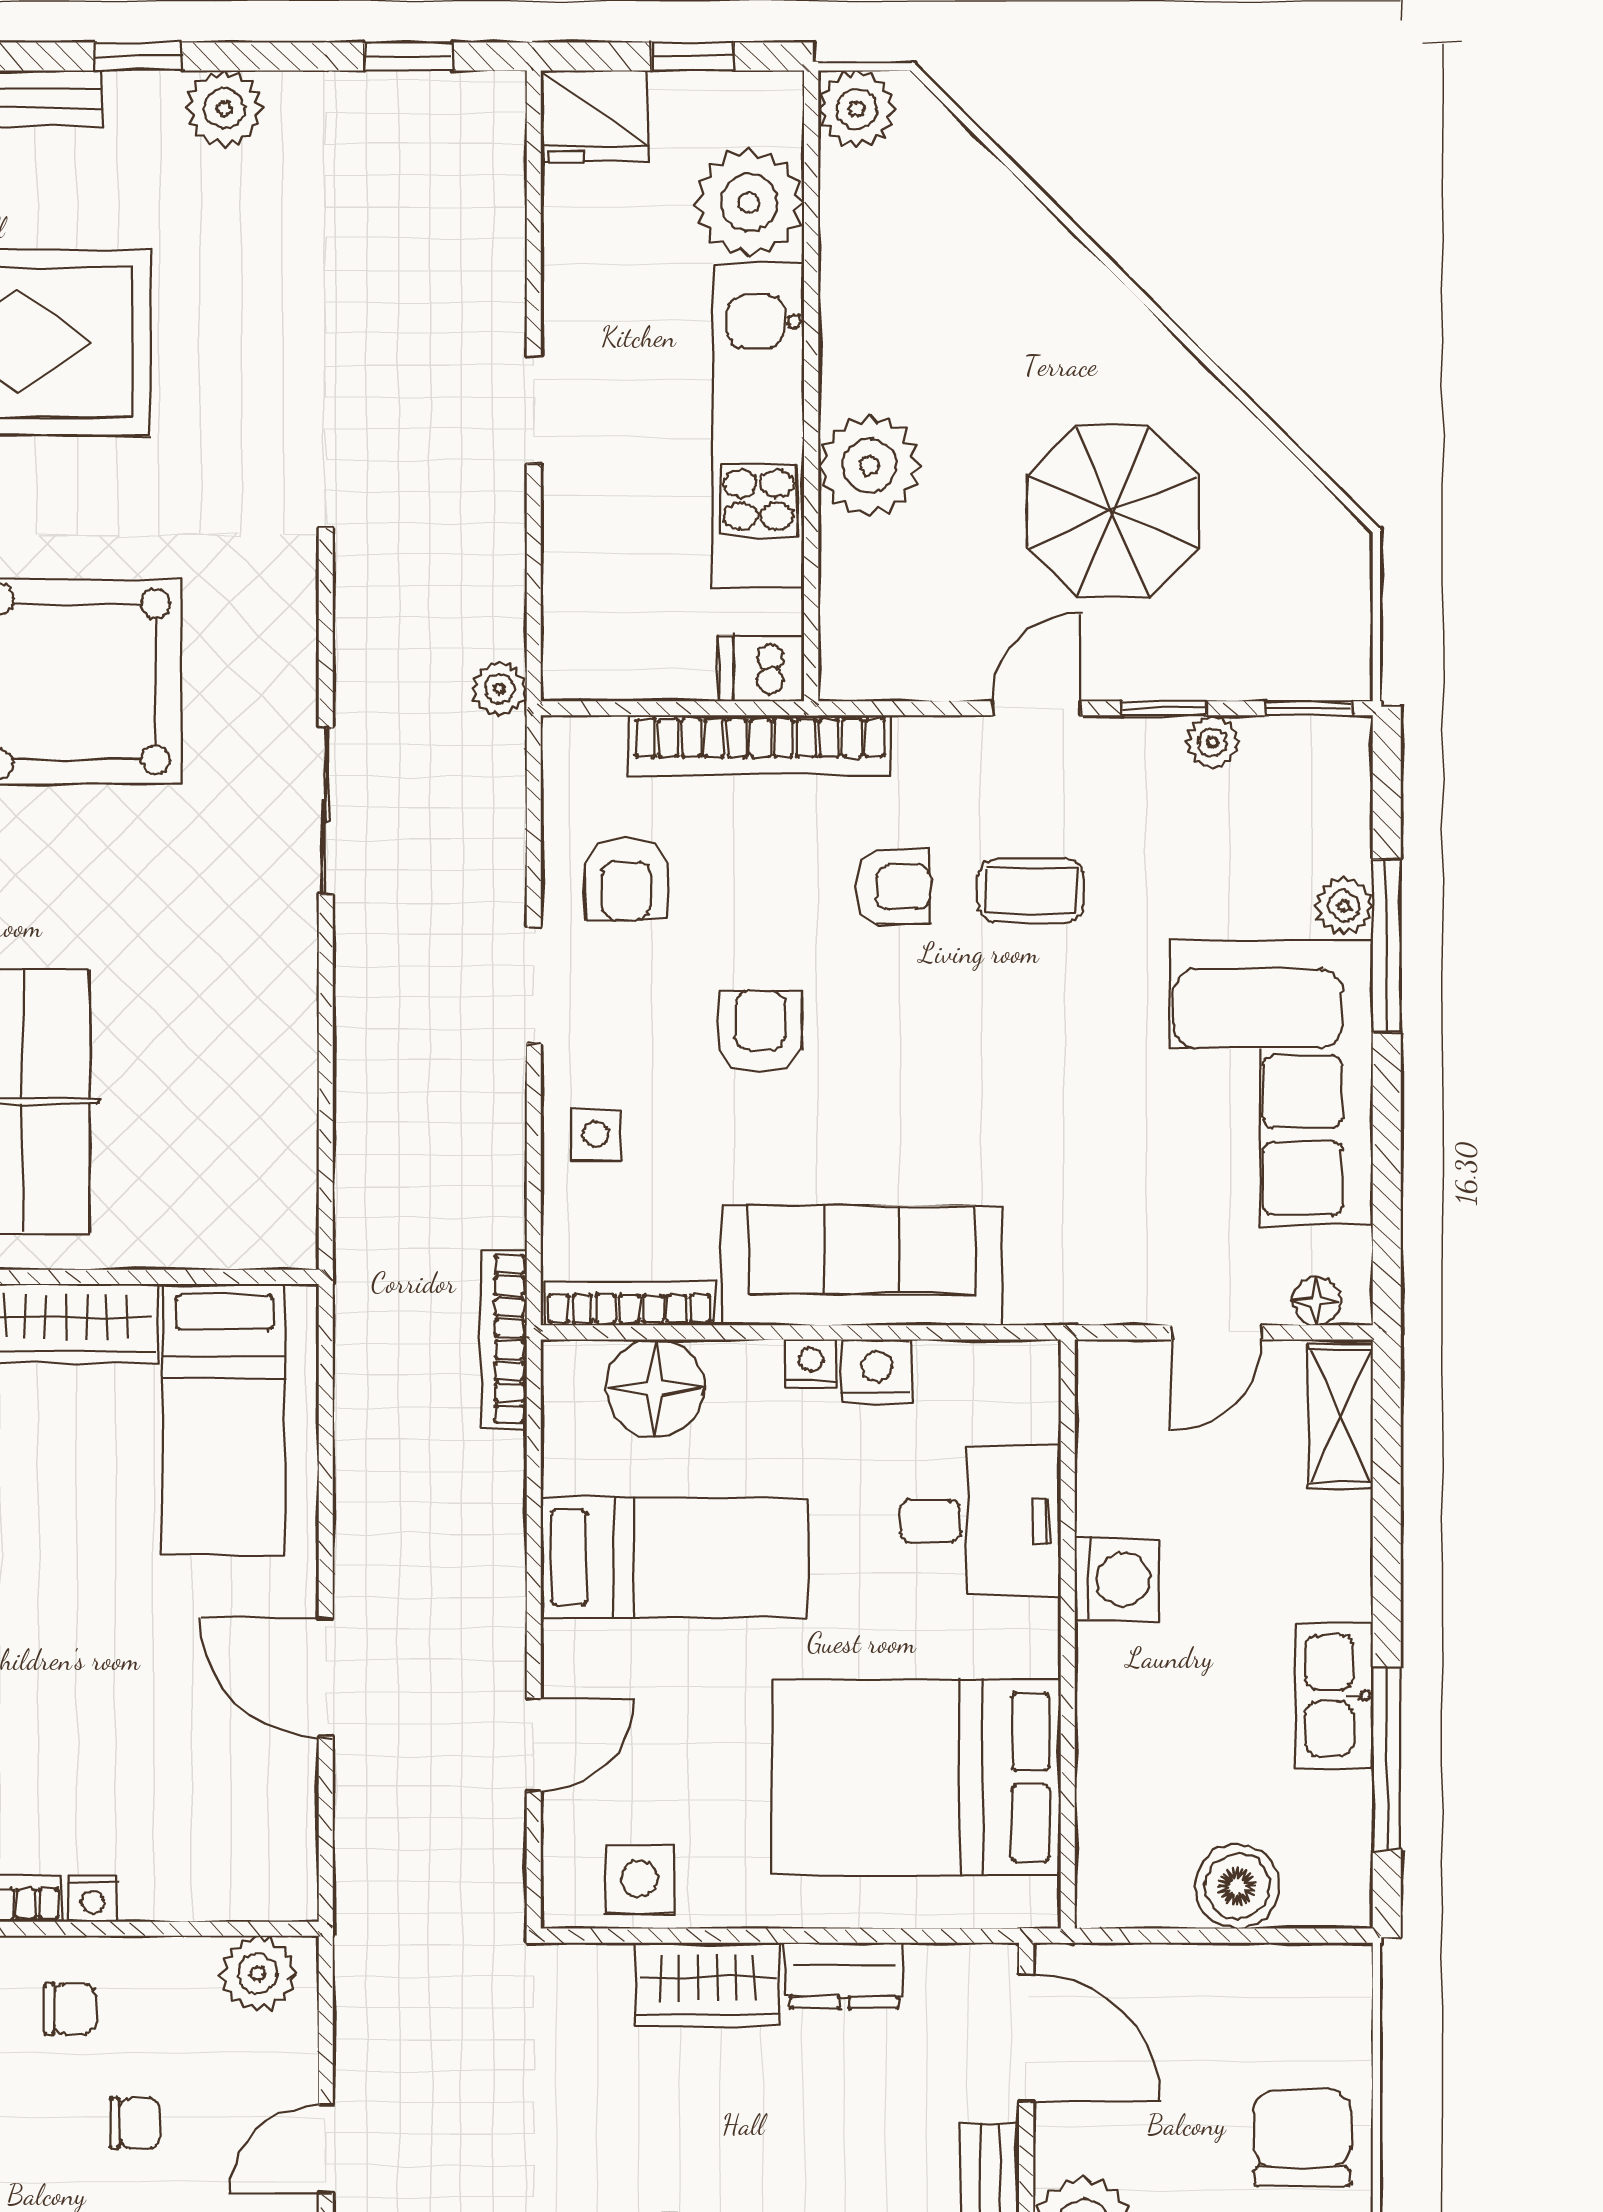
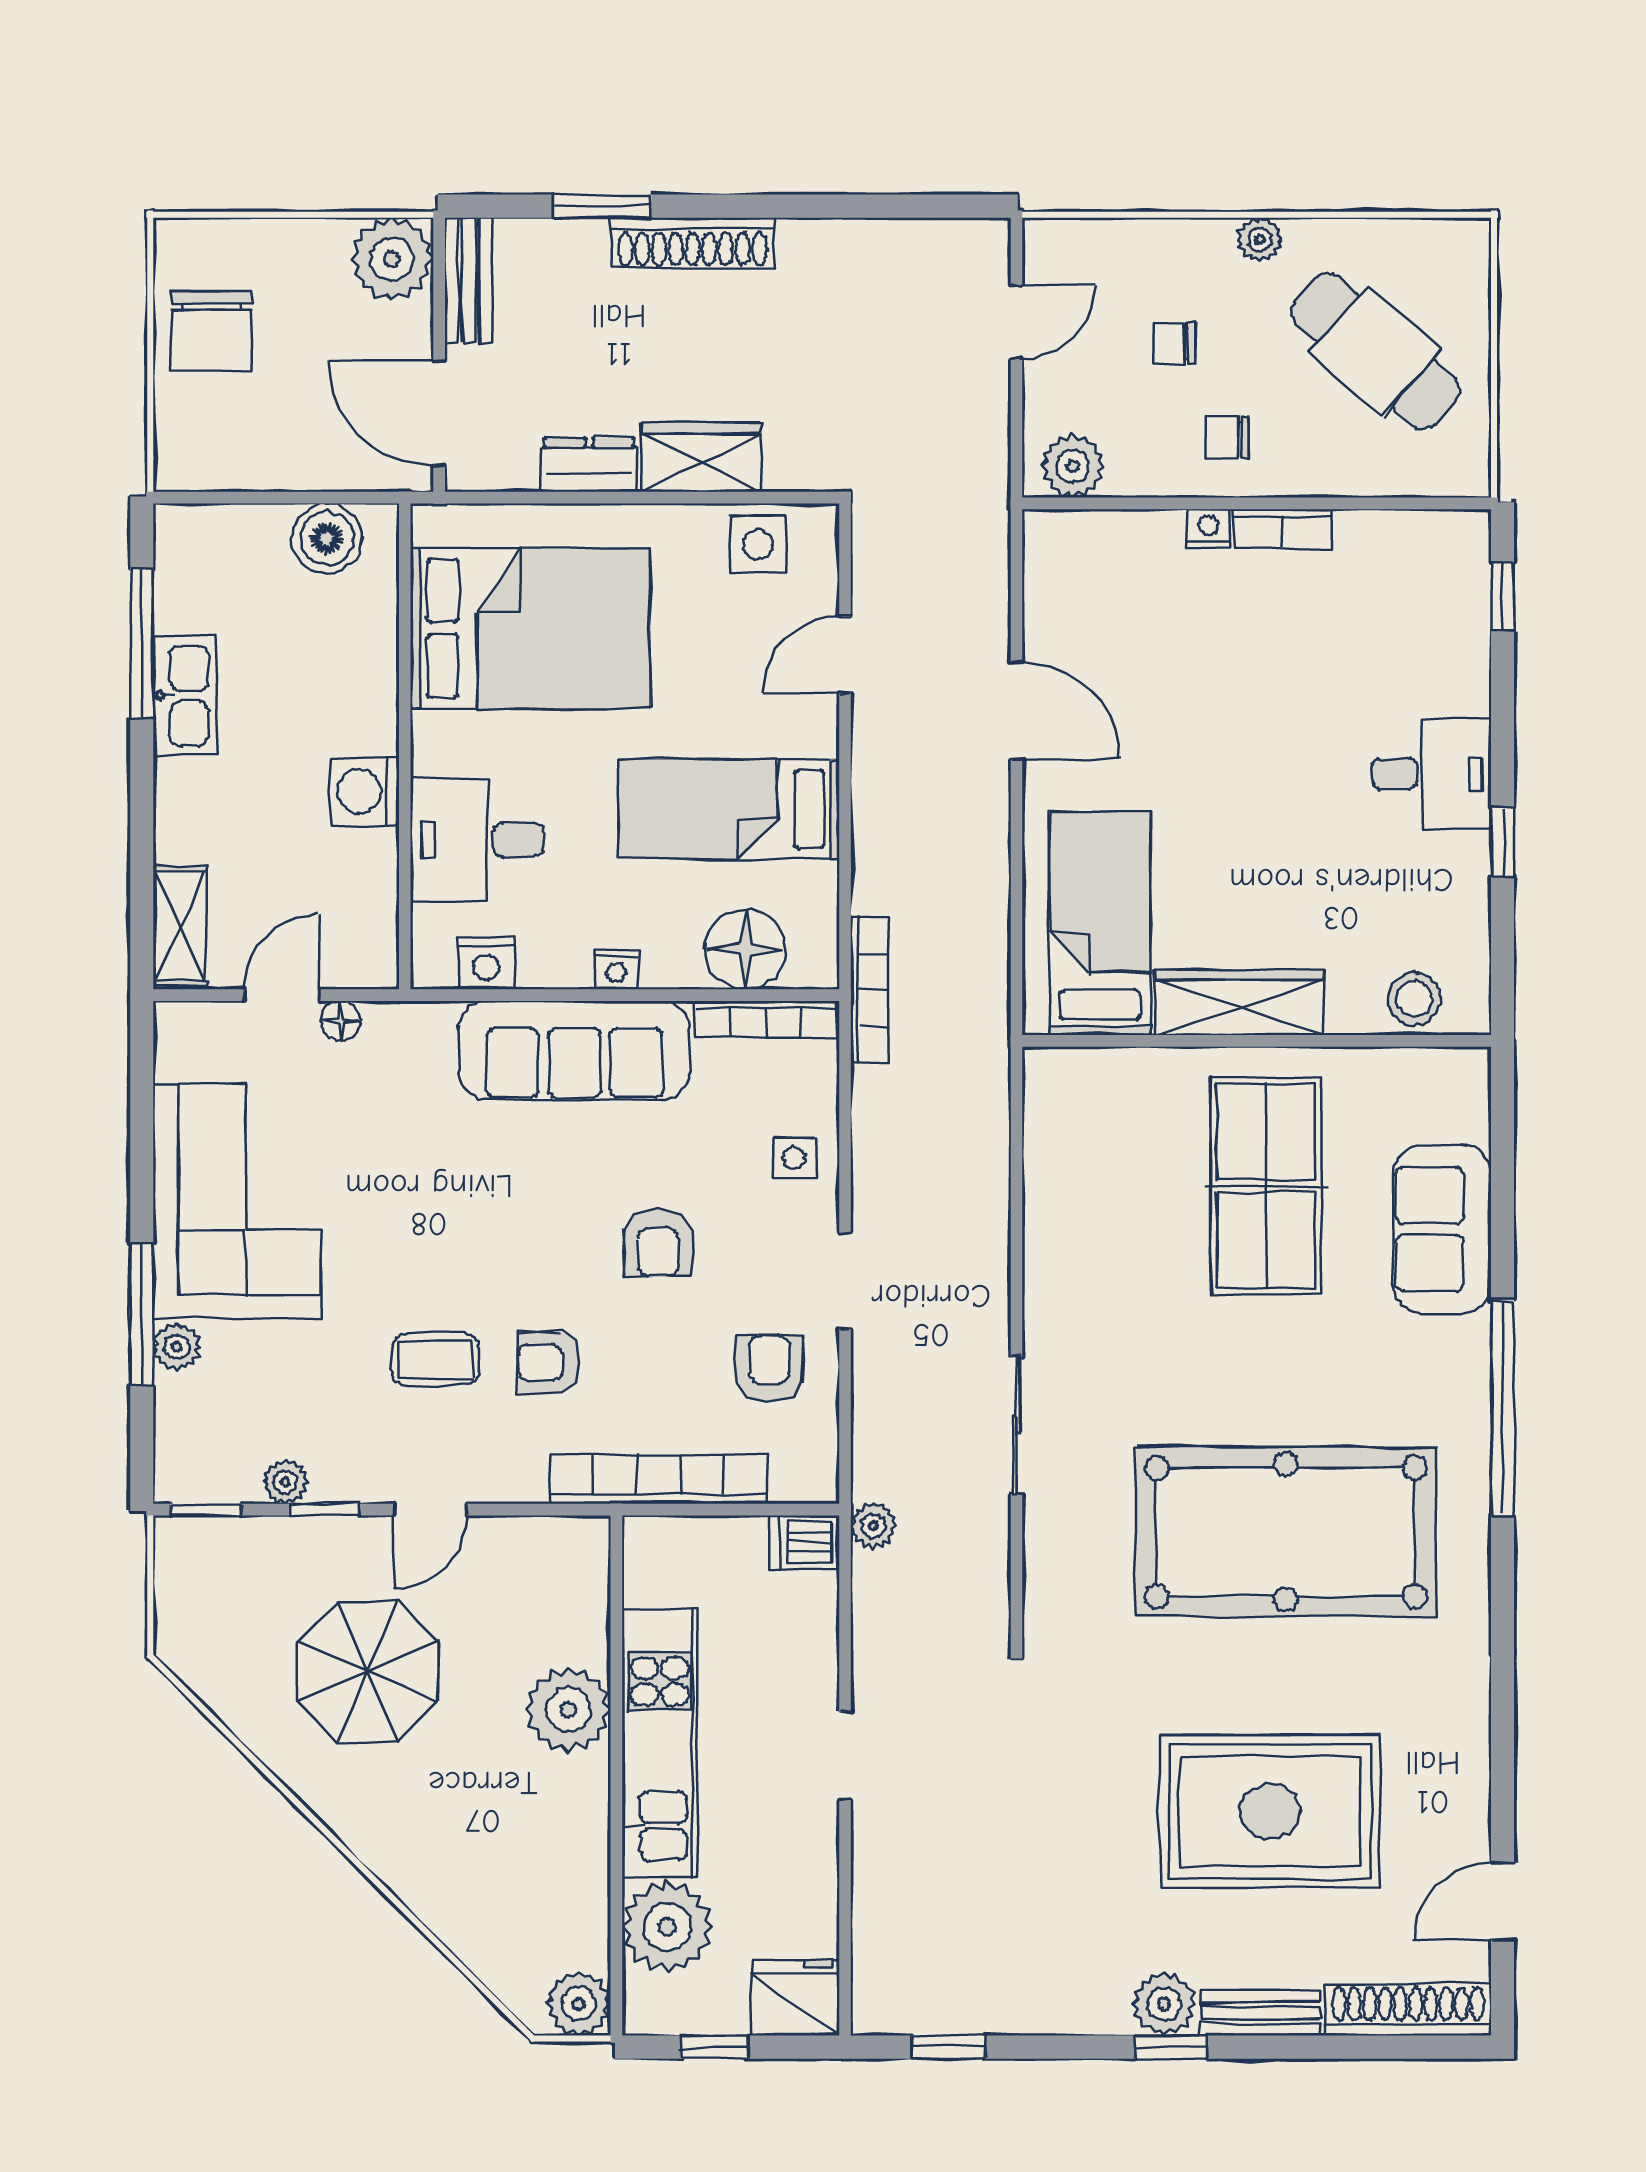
plant: (224, 109) -> (1164, 2004), moved
dishwasher: (762, 668) -> (804, 1543), moved, turned 180
floor lamp: (1317, 1301) -> (341, 1021), moved
nightstand: (877, 1371) -> (486, 963), moved
boiler: (1237, 1886) -> (327, 538), moved

